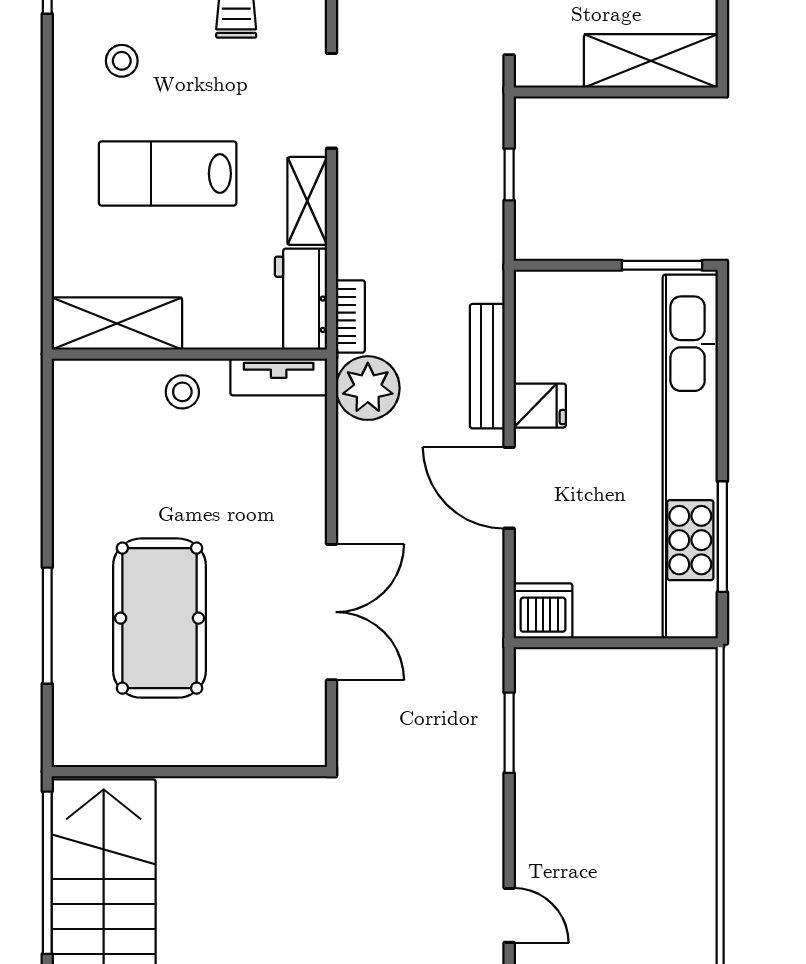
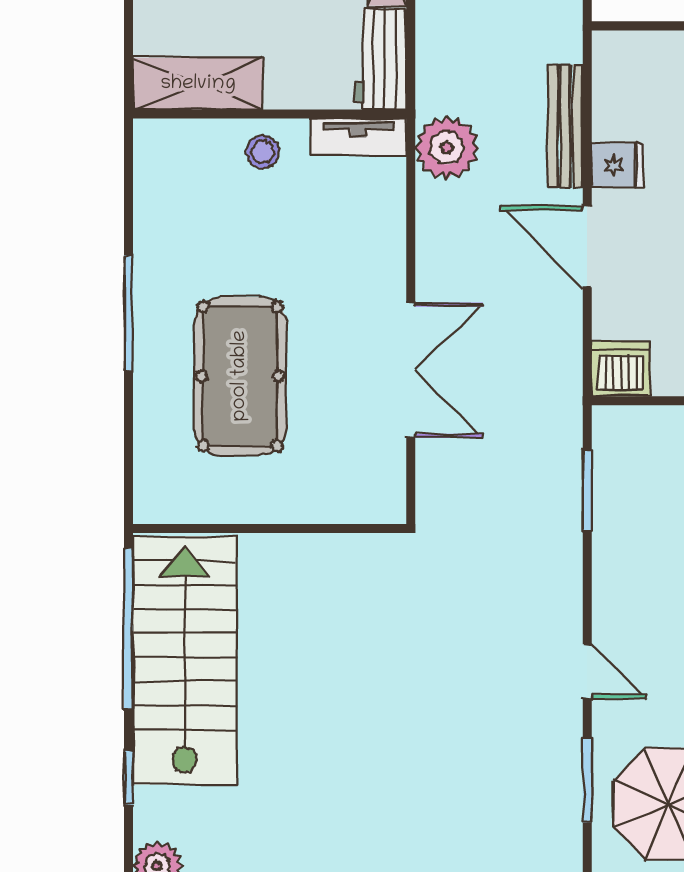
bookcase: (350, 316) -> (430, 77), removed
window: (47, 626) -> (129, 313), moved

